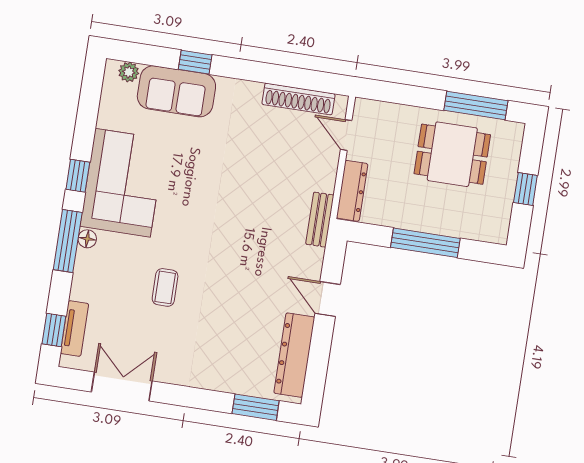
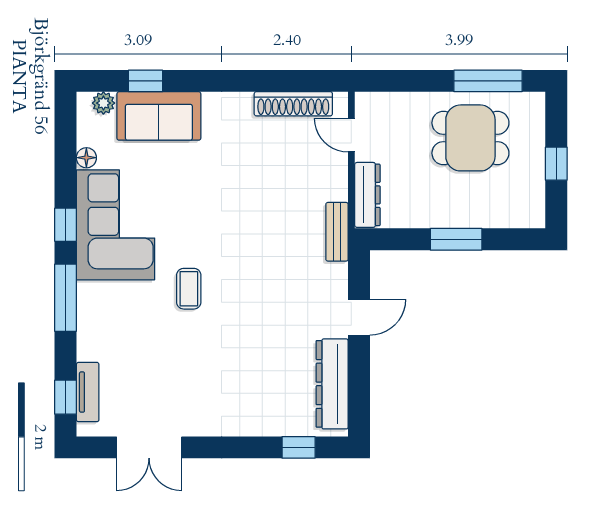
window: (195, 62) -> (145, 81), moved
floor lamp: (87, 239) -> (86, 158), moved
window: (425, 243) -> (456, 239), width x0.69
coffee table: (165, 287) -> (189, 289), moved
door: (328, 299) -> (359, 317), swing flipped
double door: (122, 386) -> (149, 447), swing flipped
window: (256, 407) -> (299, 447), width x0.67

